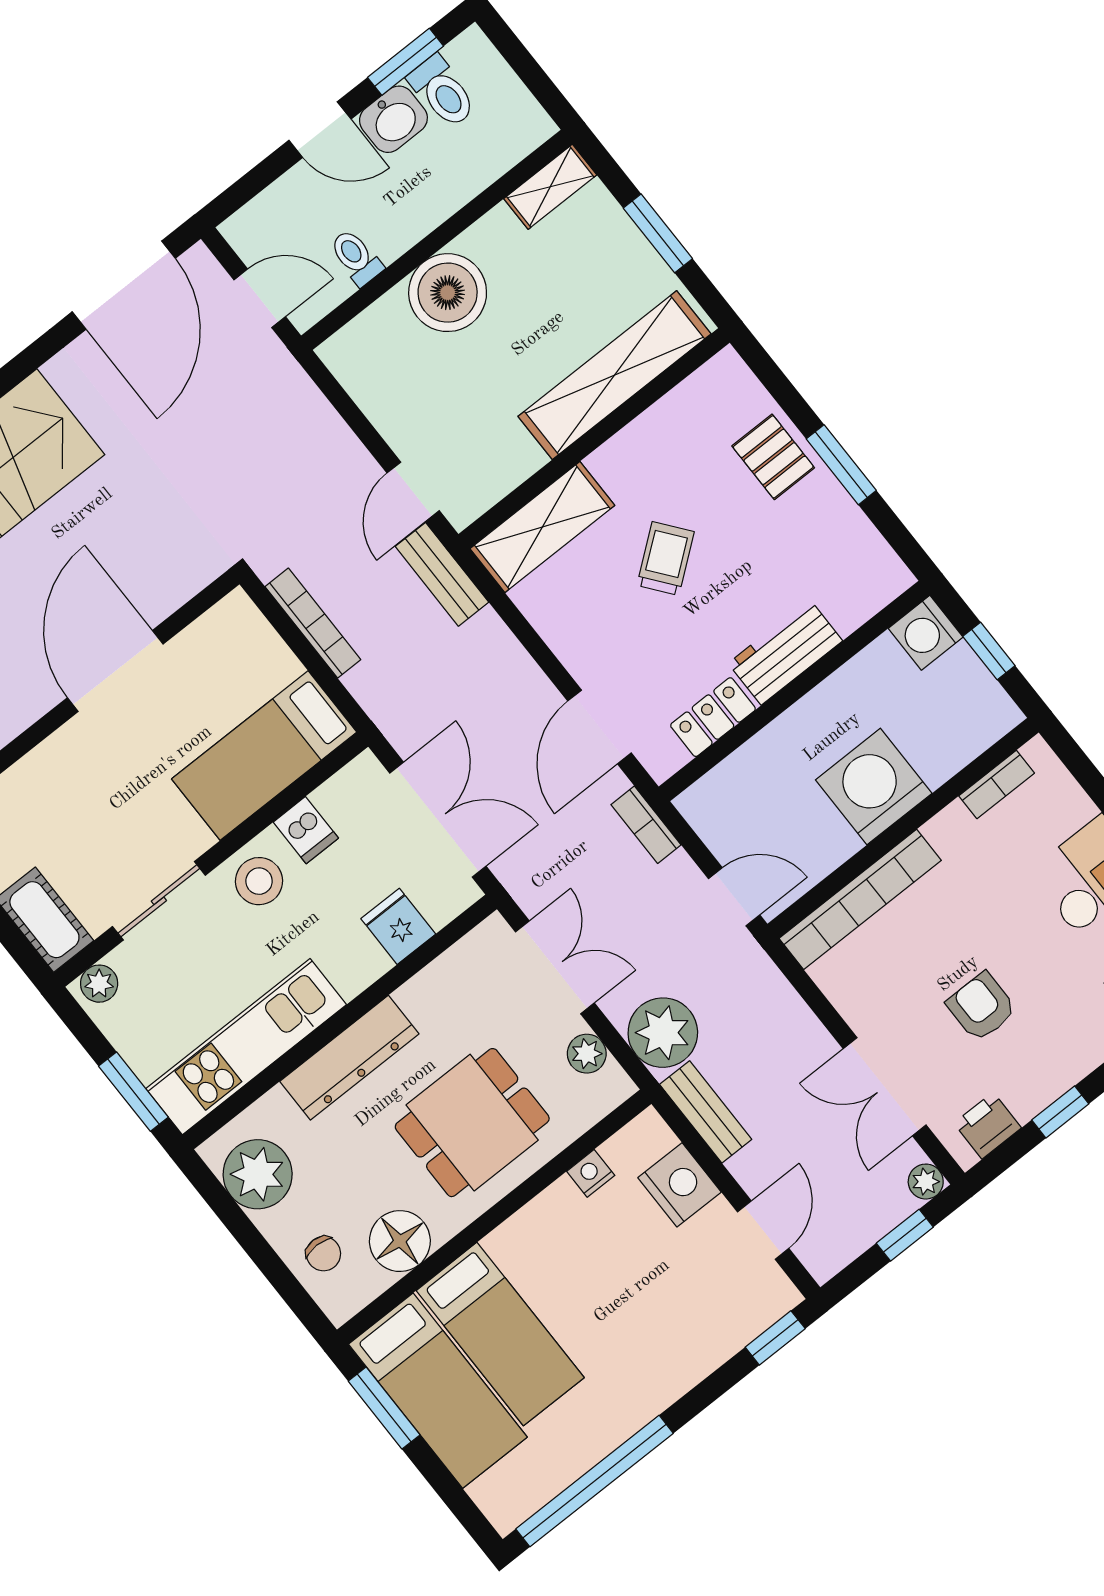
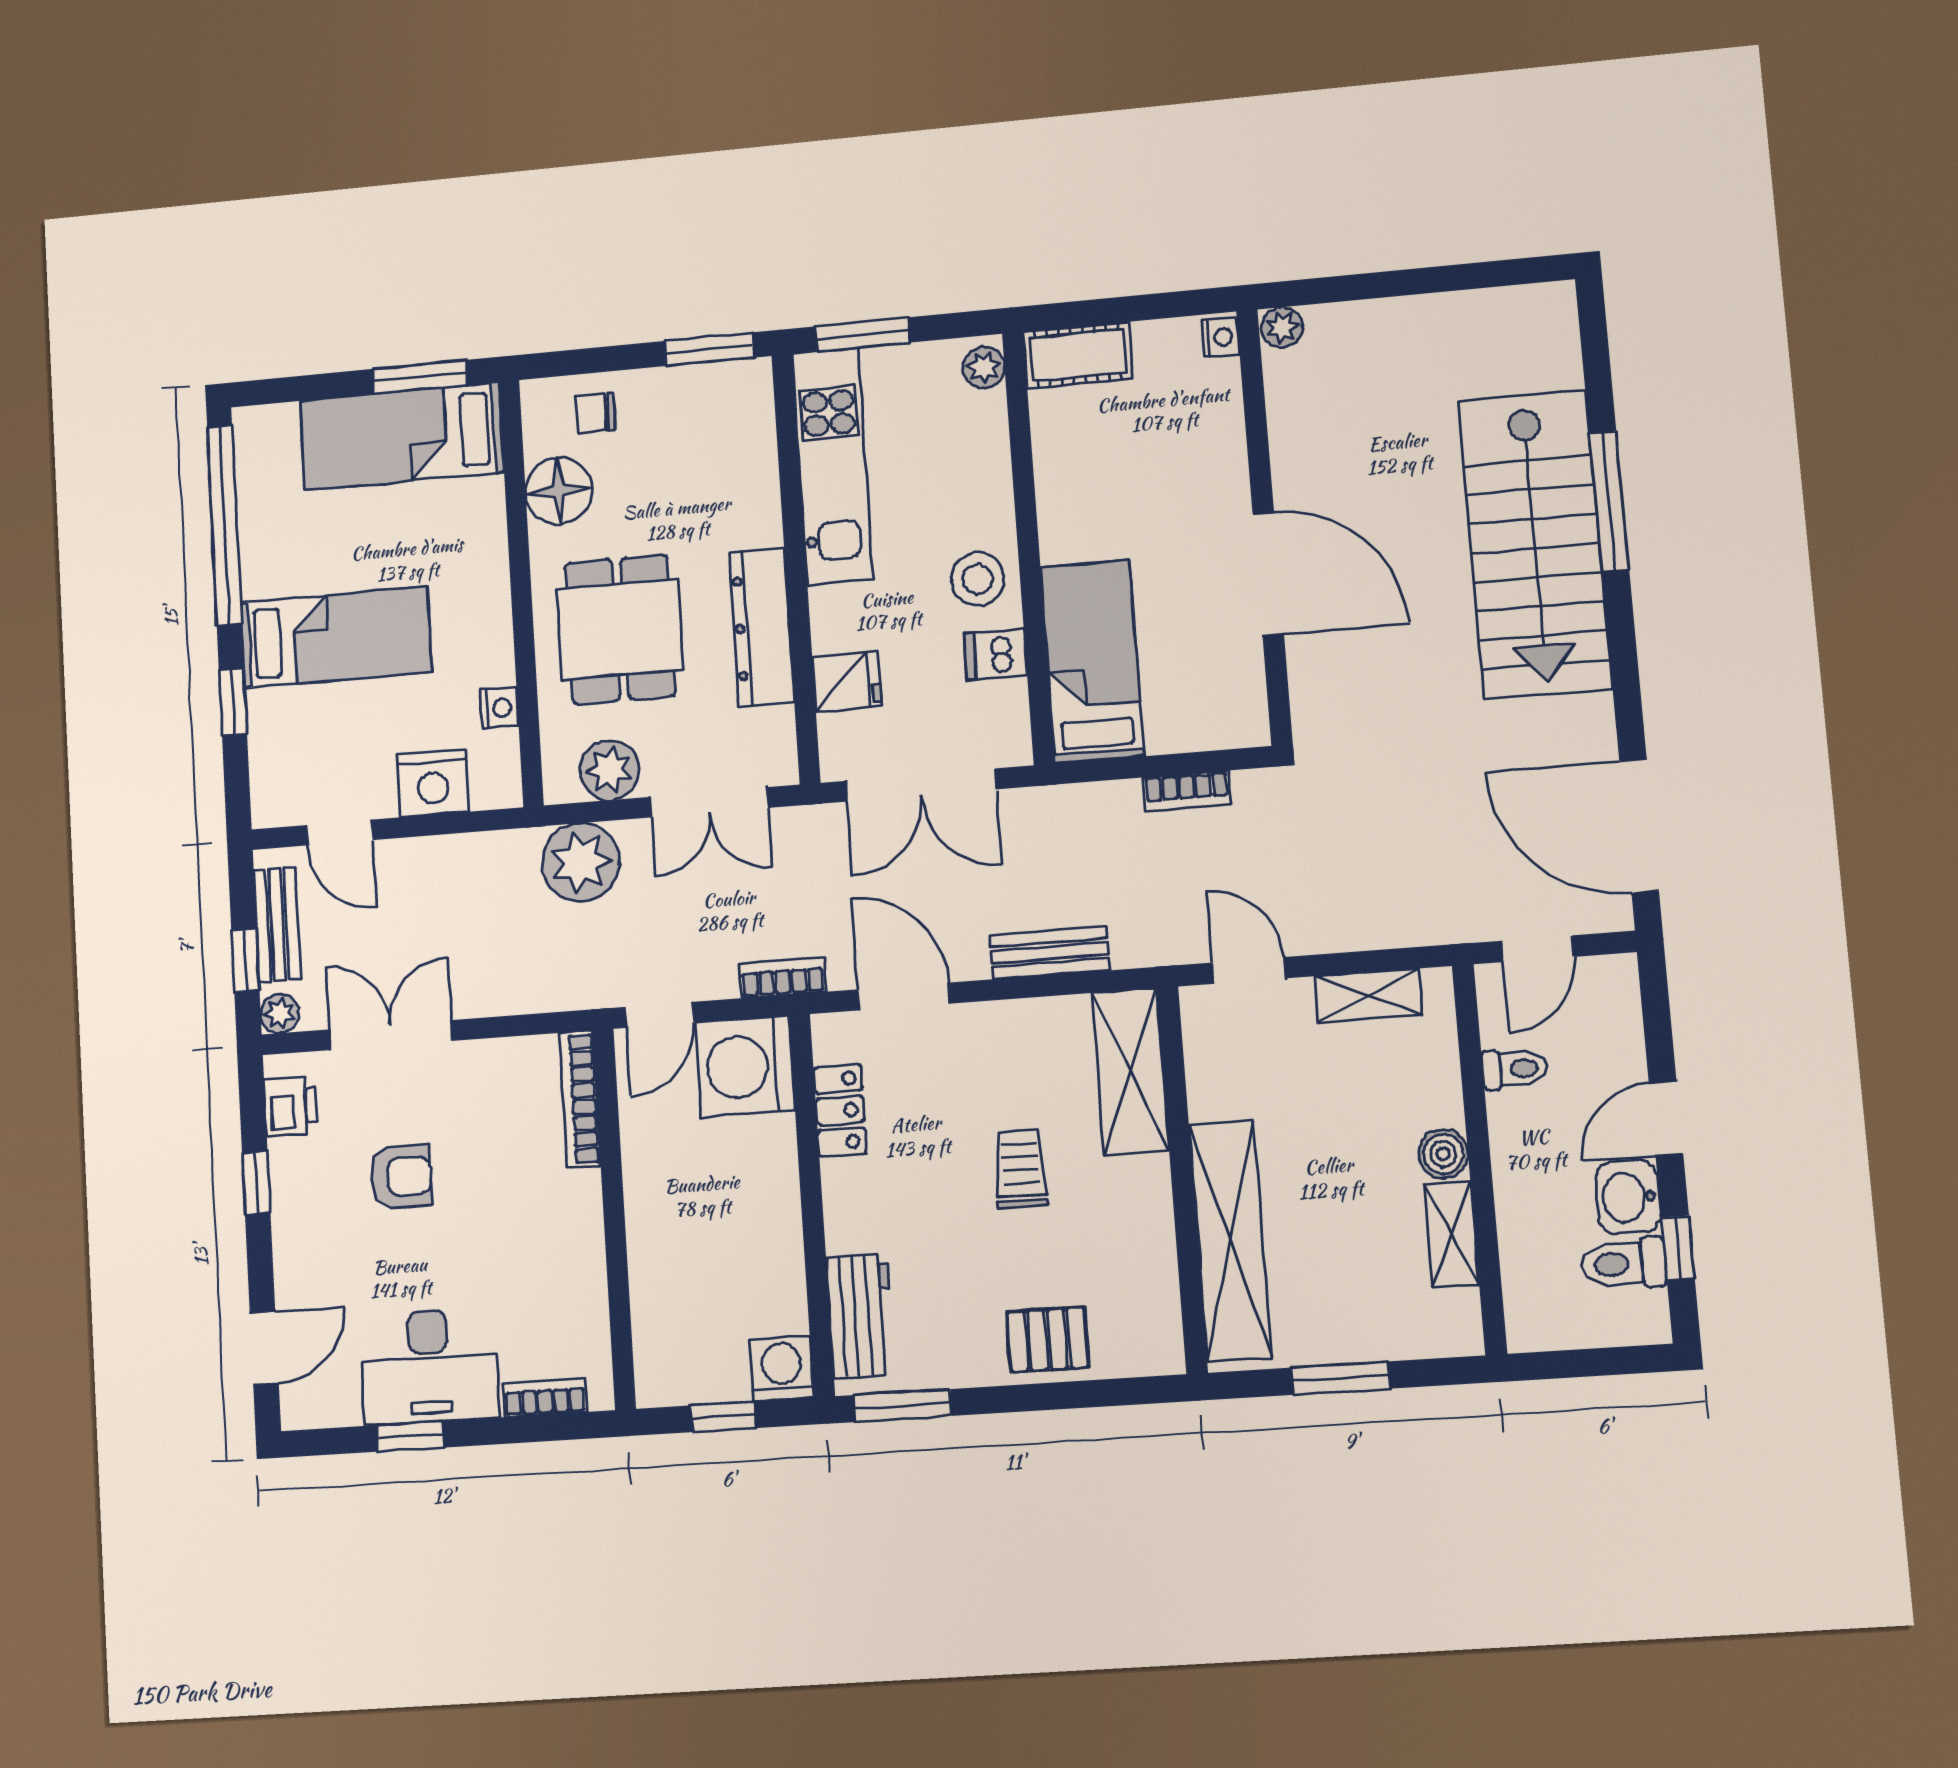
window: (406, 62) -> (1678, 1248), width x0.67
shelving: (550, 187) -> (1451, 1234), moved
boiler: (448, 293) -> (1443, 1154), width x0.54, depth x0.54
shelving: (373, 395) -> (1368, 996), added
window: (841, 465) -> (903, 1406), moved
trolley: (665, 559) -> (1021, 1169), turned -142
bench: (442, 574) -> (1050, 953), moved
bookcase: (313, 623) -> (1187, 791), width x0.64
workbench: (785, 652) -> (861, 1316), moved
bookcase: (997, 784) -> (545, 1398), moved, turned 90
washing machine: (874, 787) -> (745, 1067), moved, turned 180
bookcase: (860, 899) -> (580, 1099), width x0.68, depth x0.76
sliding door: (159, 901) -> (1023, 473), removed
plant: (587, 1054) -> (610, 770), width x1.38, depth x1.38
dresser: (349, 1058) -> (762, 627), moved
bench: (706, 1112) -> (277, 924), moved, turned 90
plant: (258, 1174) -> (709, 400), removed
window: (219, 1200) -> (709, 349), added
bed: (500, 1334) -> (336, 637), moved, turned 180
window: (775, 1338) -> (233, 702), moved

